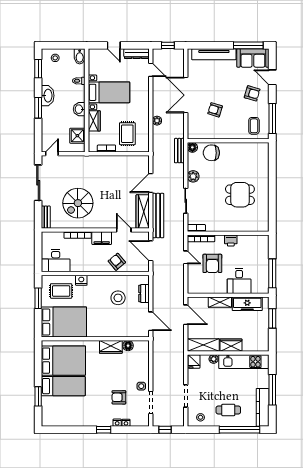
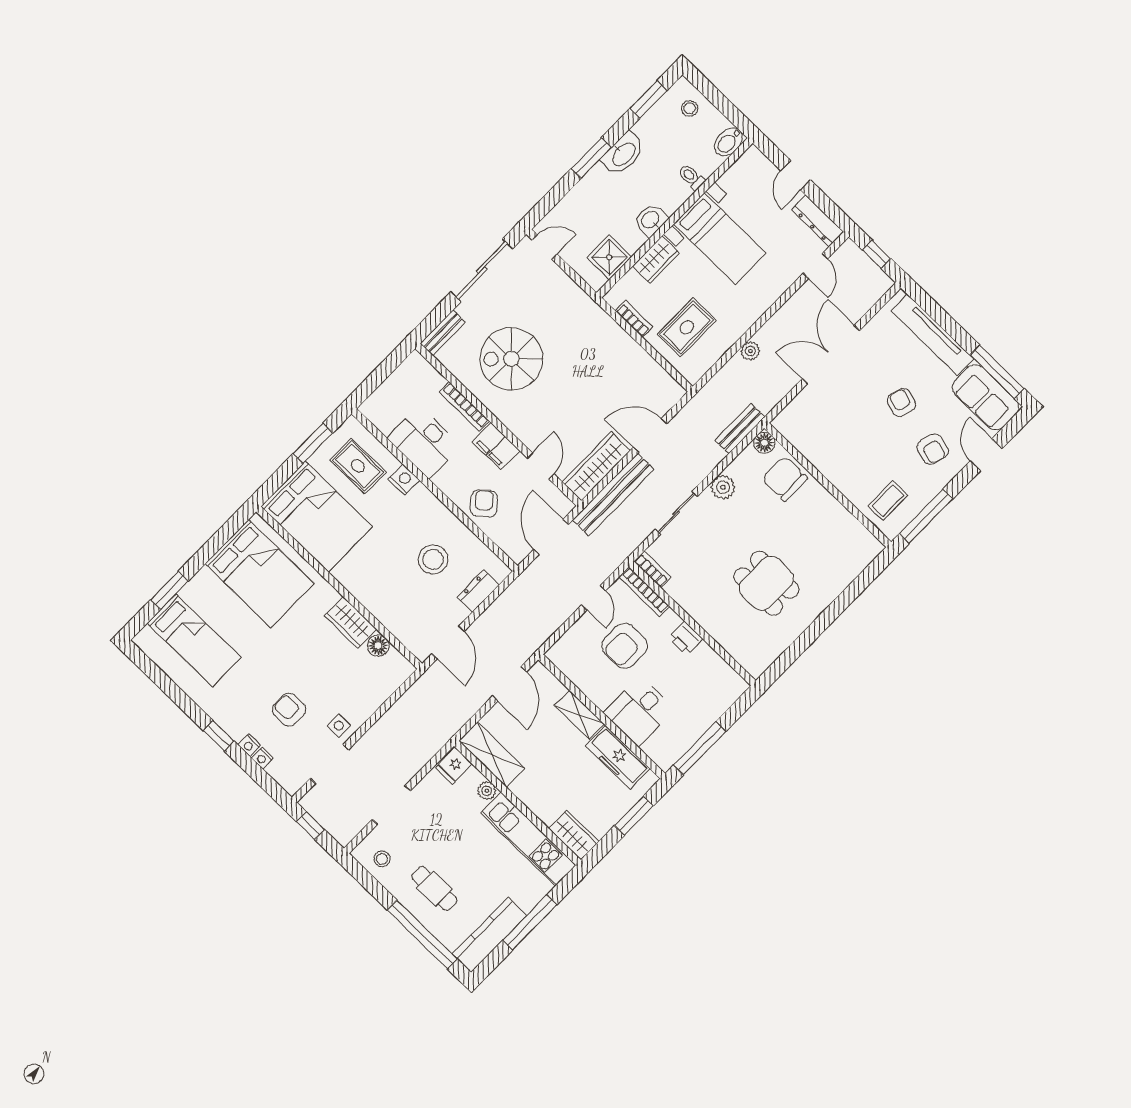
armchair: (215, 110) -> (901, 402), moved
desk: (56, 261) -> (424, 442), moved
wardrobe: (231, 345) -> (574, 835), moved
bed: (63, 386) -> (194, 640), moved

